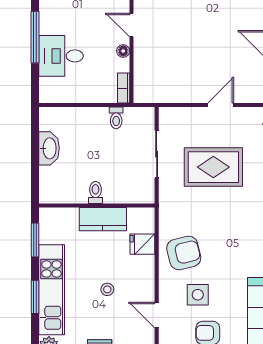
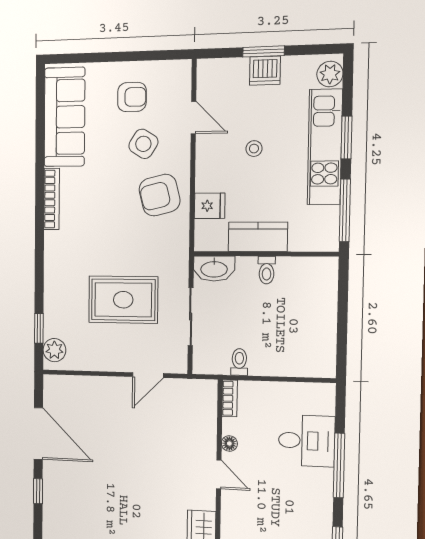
door: (221, 105) -> (148, 375), moved
washbasin: (49, 148) -> (214, 269), moved, turned -90
window: (35, 240) -> (345, 210), width x1.44
side table: (198, 295) -> (143, 144), turned 32

